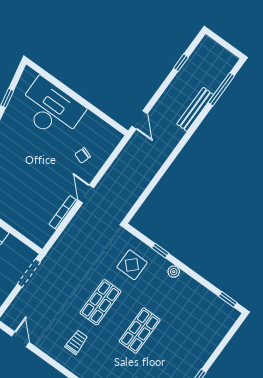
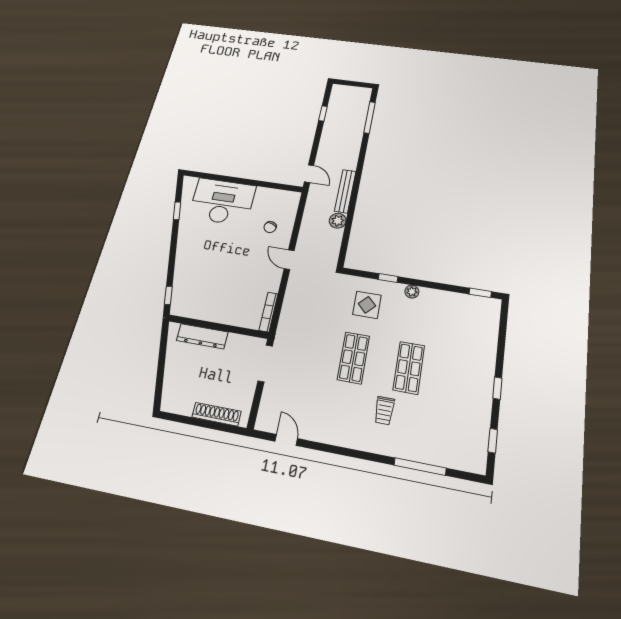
bench: (195, 109) -> (345, 191), moved
plant: (143, 178) -> (338, 221), added
bookcase: (63, 212) -> (269, 312), moved
trolley: (76, 342) -> (384, 411), moved, turned 180

